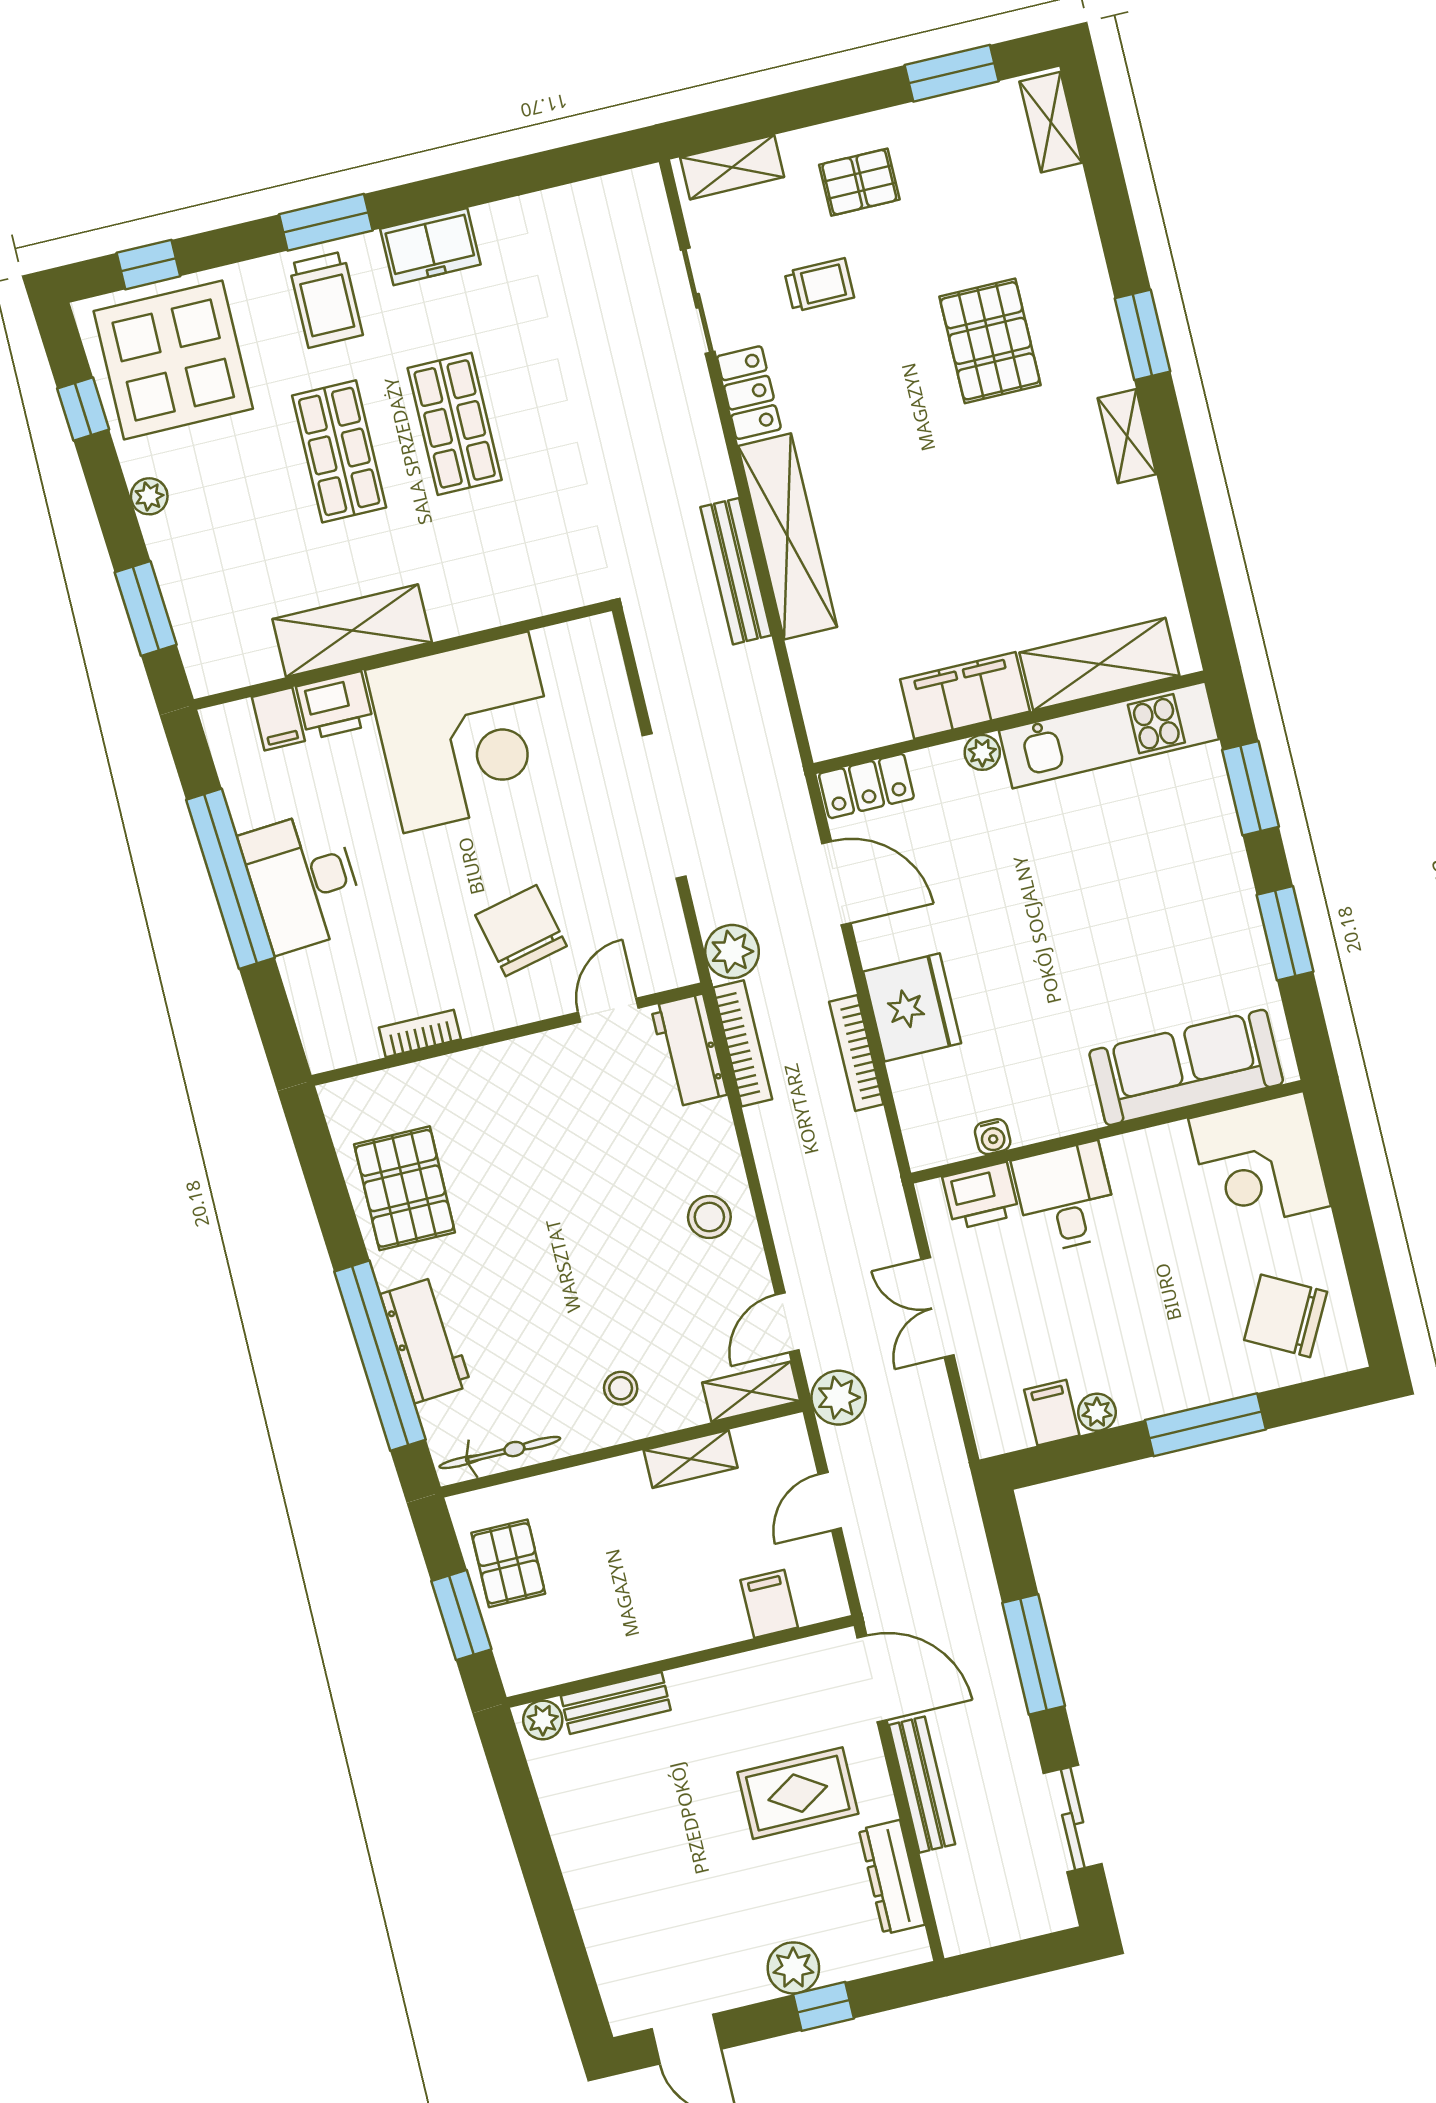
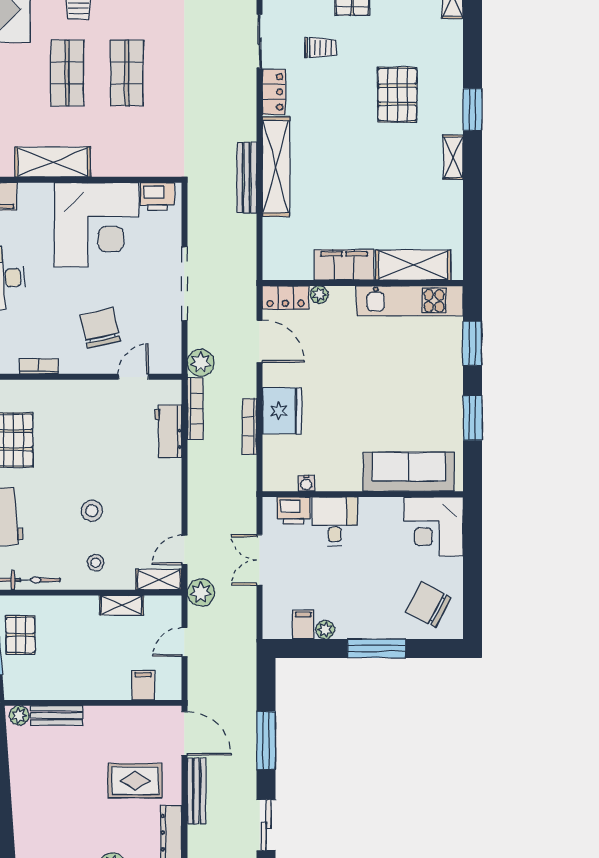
printer: (335, 706) -> (157, 197), moved
plant: (982, 752) -> (319, 295), moved
workbench: (689, 1050) -> (168, 431), moved
stool: (709, 1217) -> (92, 511), moved

